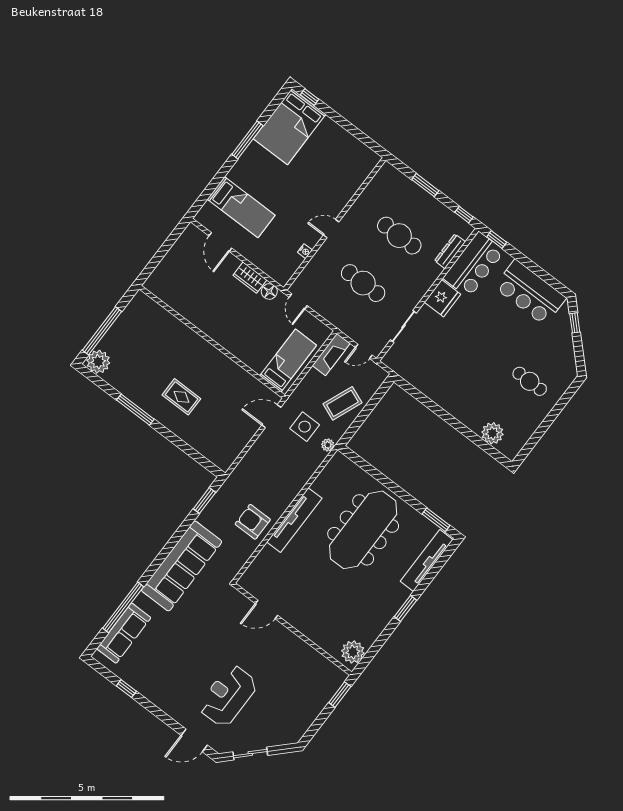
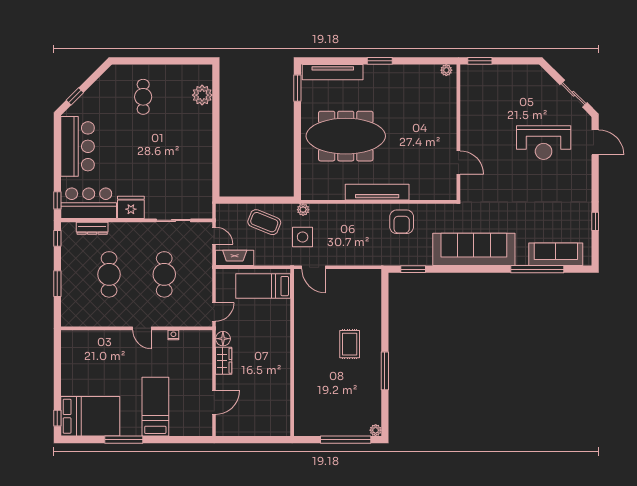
bed: (241, 207) -> (155, 407), moved
plant: (98, 362) -> (376, 430), width x0.53, depth x0.53
plant: (353, 652) -> (446, 70), width x0.53, depth x0.53

